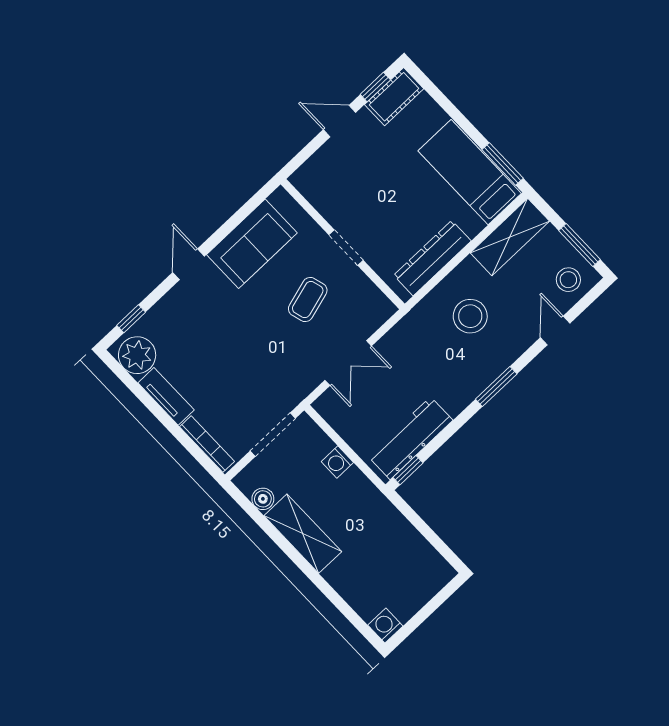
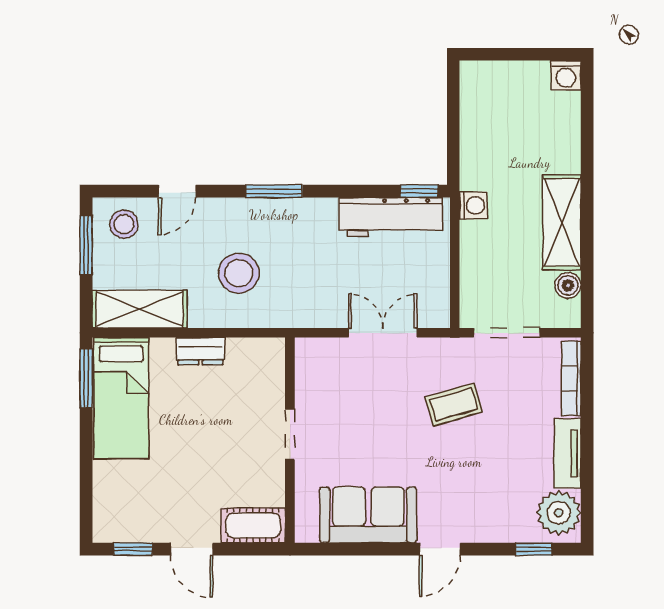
cot: (394, 97) -> (253, 525), moved
dresser: (432, 258) -> (200, 351), width x0.51, depth x0.80
coffee table: (308, 300) -> (454, 404), moved
washing machine: (337, 462) -> (473, 205), moved

